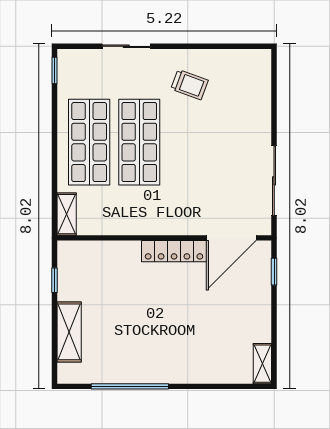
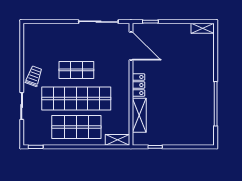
trolley: (190, 85) -> (34, 76), moved
shop shelf: (139, 142) -> (76, 99), width x1.40
shop shelf: (189, 142) -> (76, 70), added
locker: (174, 251) -> (139, 85), width x0.66
shelving: (69, 332) -> (139, 115), moved, turned 90

